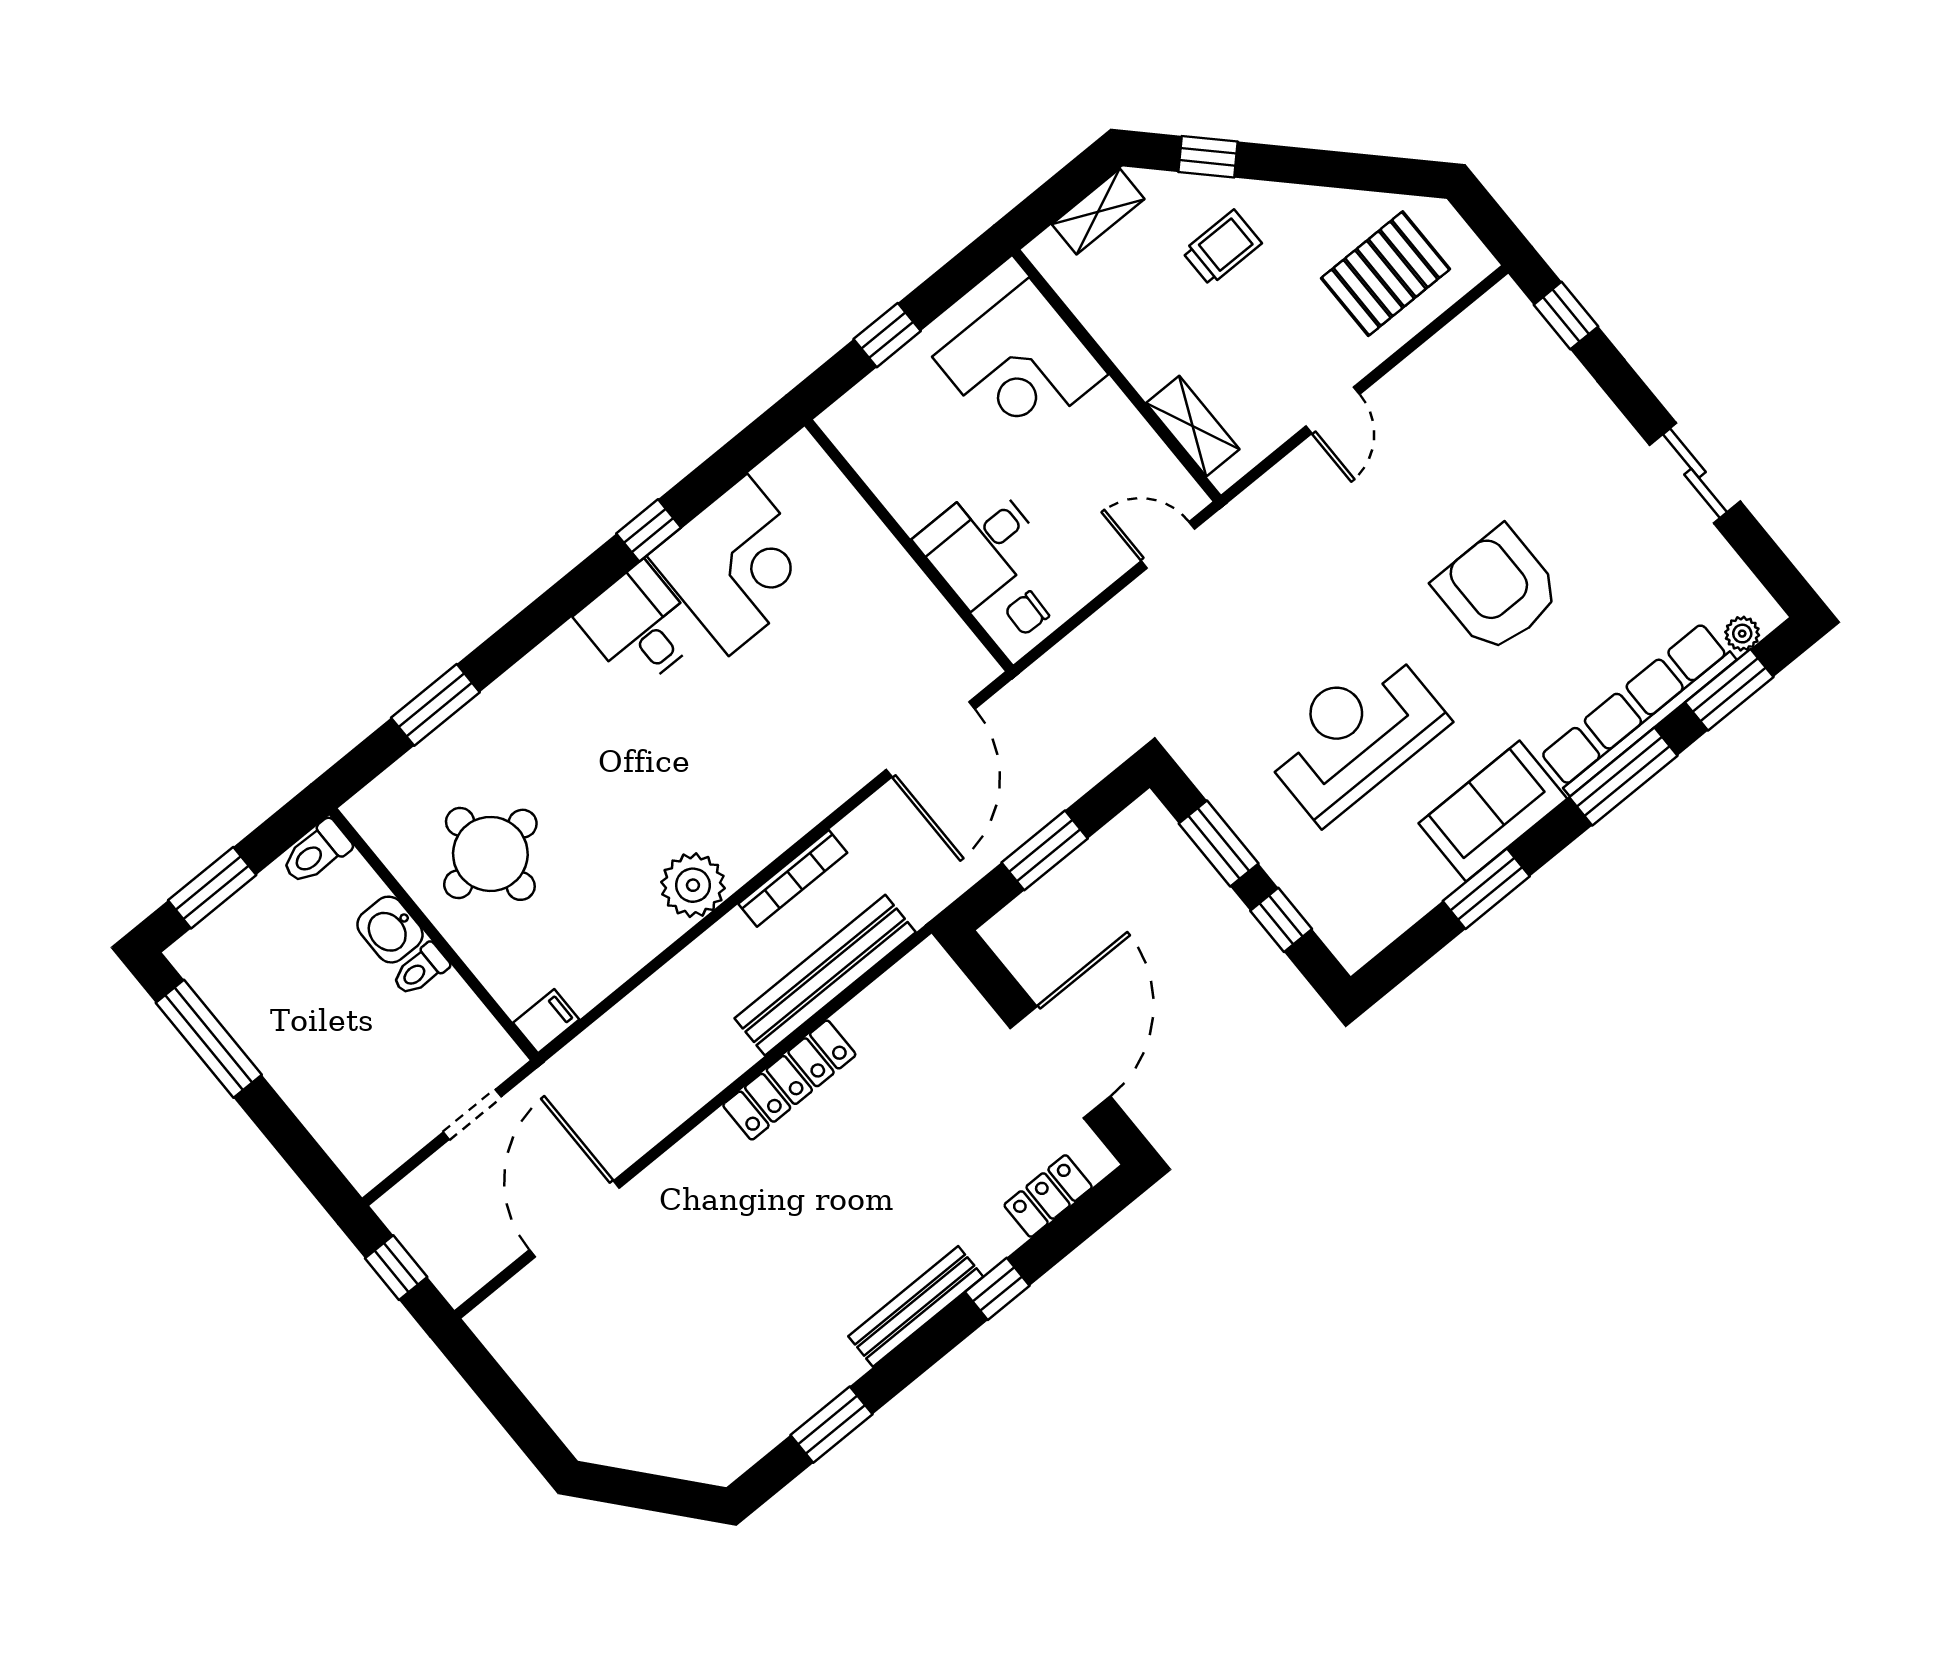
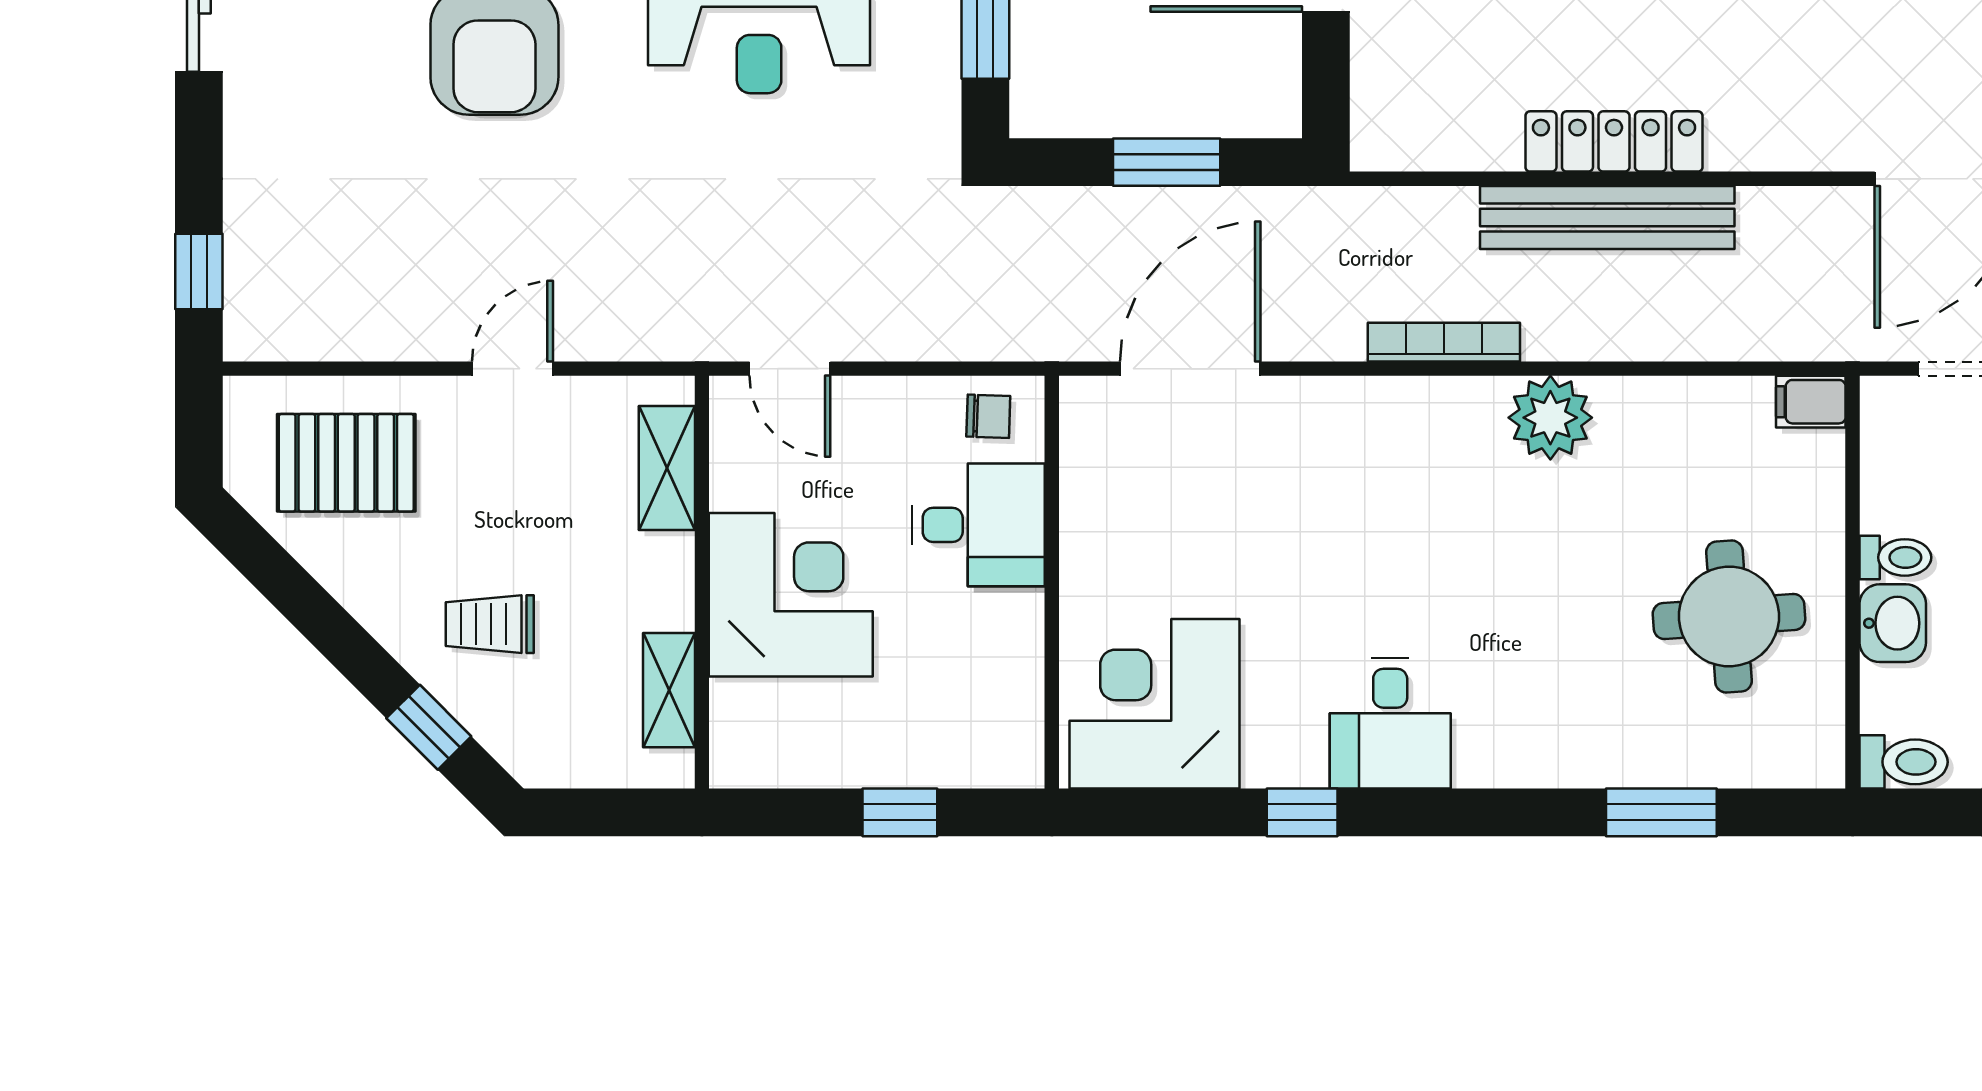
shelving: (1098, 212) -> (669, 690), moved, turned 90
corner desk: (1020, 365) -> (791, 595), moved
corner desk: (738, 565) -> (1155, 704), moved
bench: (825, 975) -> (1607, 218), moved

